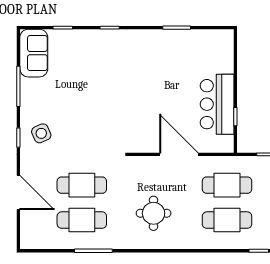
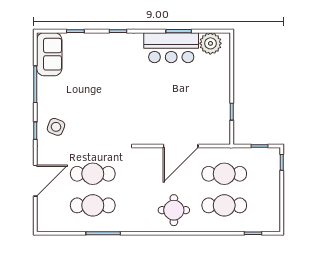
plant: (212, 41) -> (210, 43), added
bar counter: (217, 104) -> (171, 48), moved, turned -90
side table: (41, 133) -> (56, 127), turned 45
door: (179, 154) -> (181, 146), swing flipped
door: (18, 193) -> (35, 181), hinge flipped
round table: (154, 213) -> (174, 210), moved

